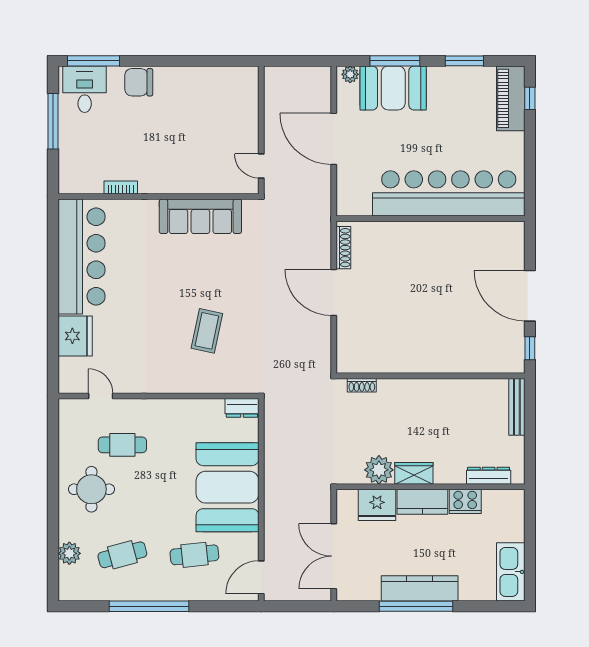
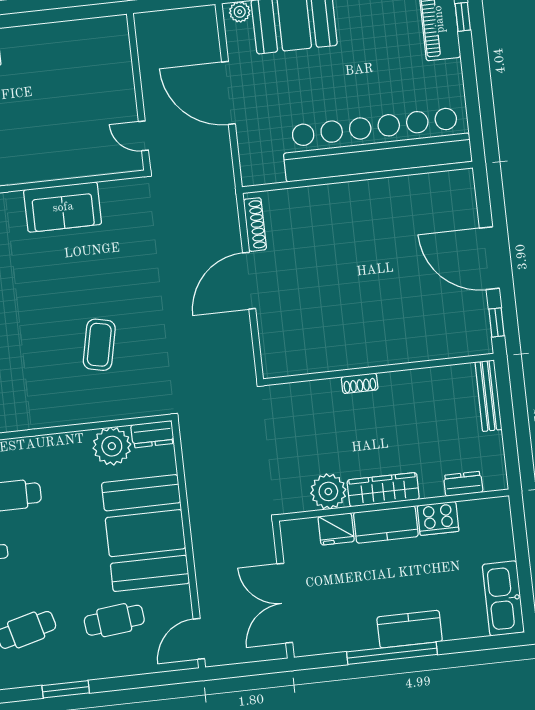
sofa: (200, 216) -> (63, 207), width x0.73
door: (334, 292) -> (249, 281), hinge flipped
shoe rack: (362, 385) -> (360, 383), moved
plant: (208, 414) -> (112, 446), added
wardrobe: (414, 473) -> (383, 490), width x1.50
dresser: (489, 476) -> (463, 484), width x0.70
fridge: (377, 505) -> (336, 529), width x0.73, depth x0.75
kitchen counter: (420, 588) -> (410, 629), width x0.67
window: (149, 606) -> (66, 689), width x0.47

